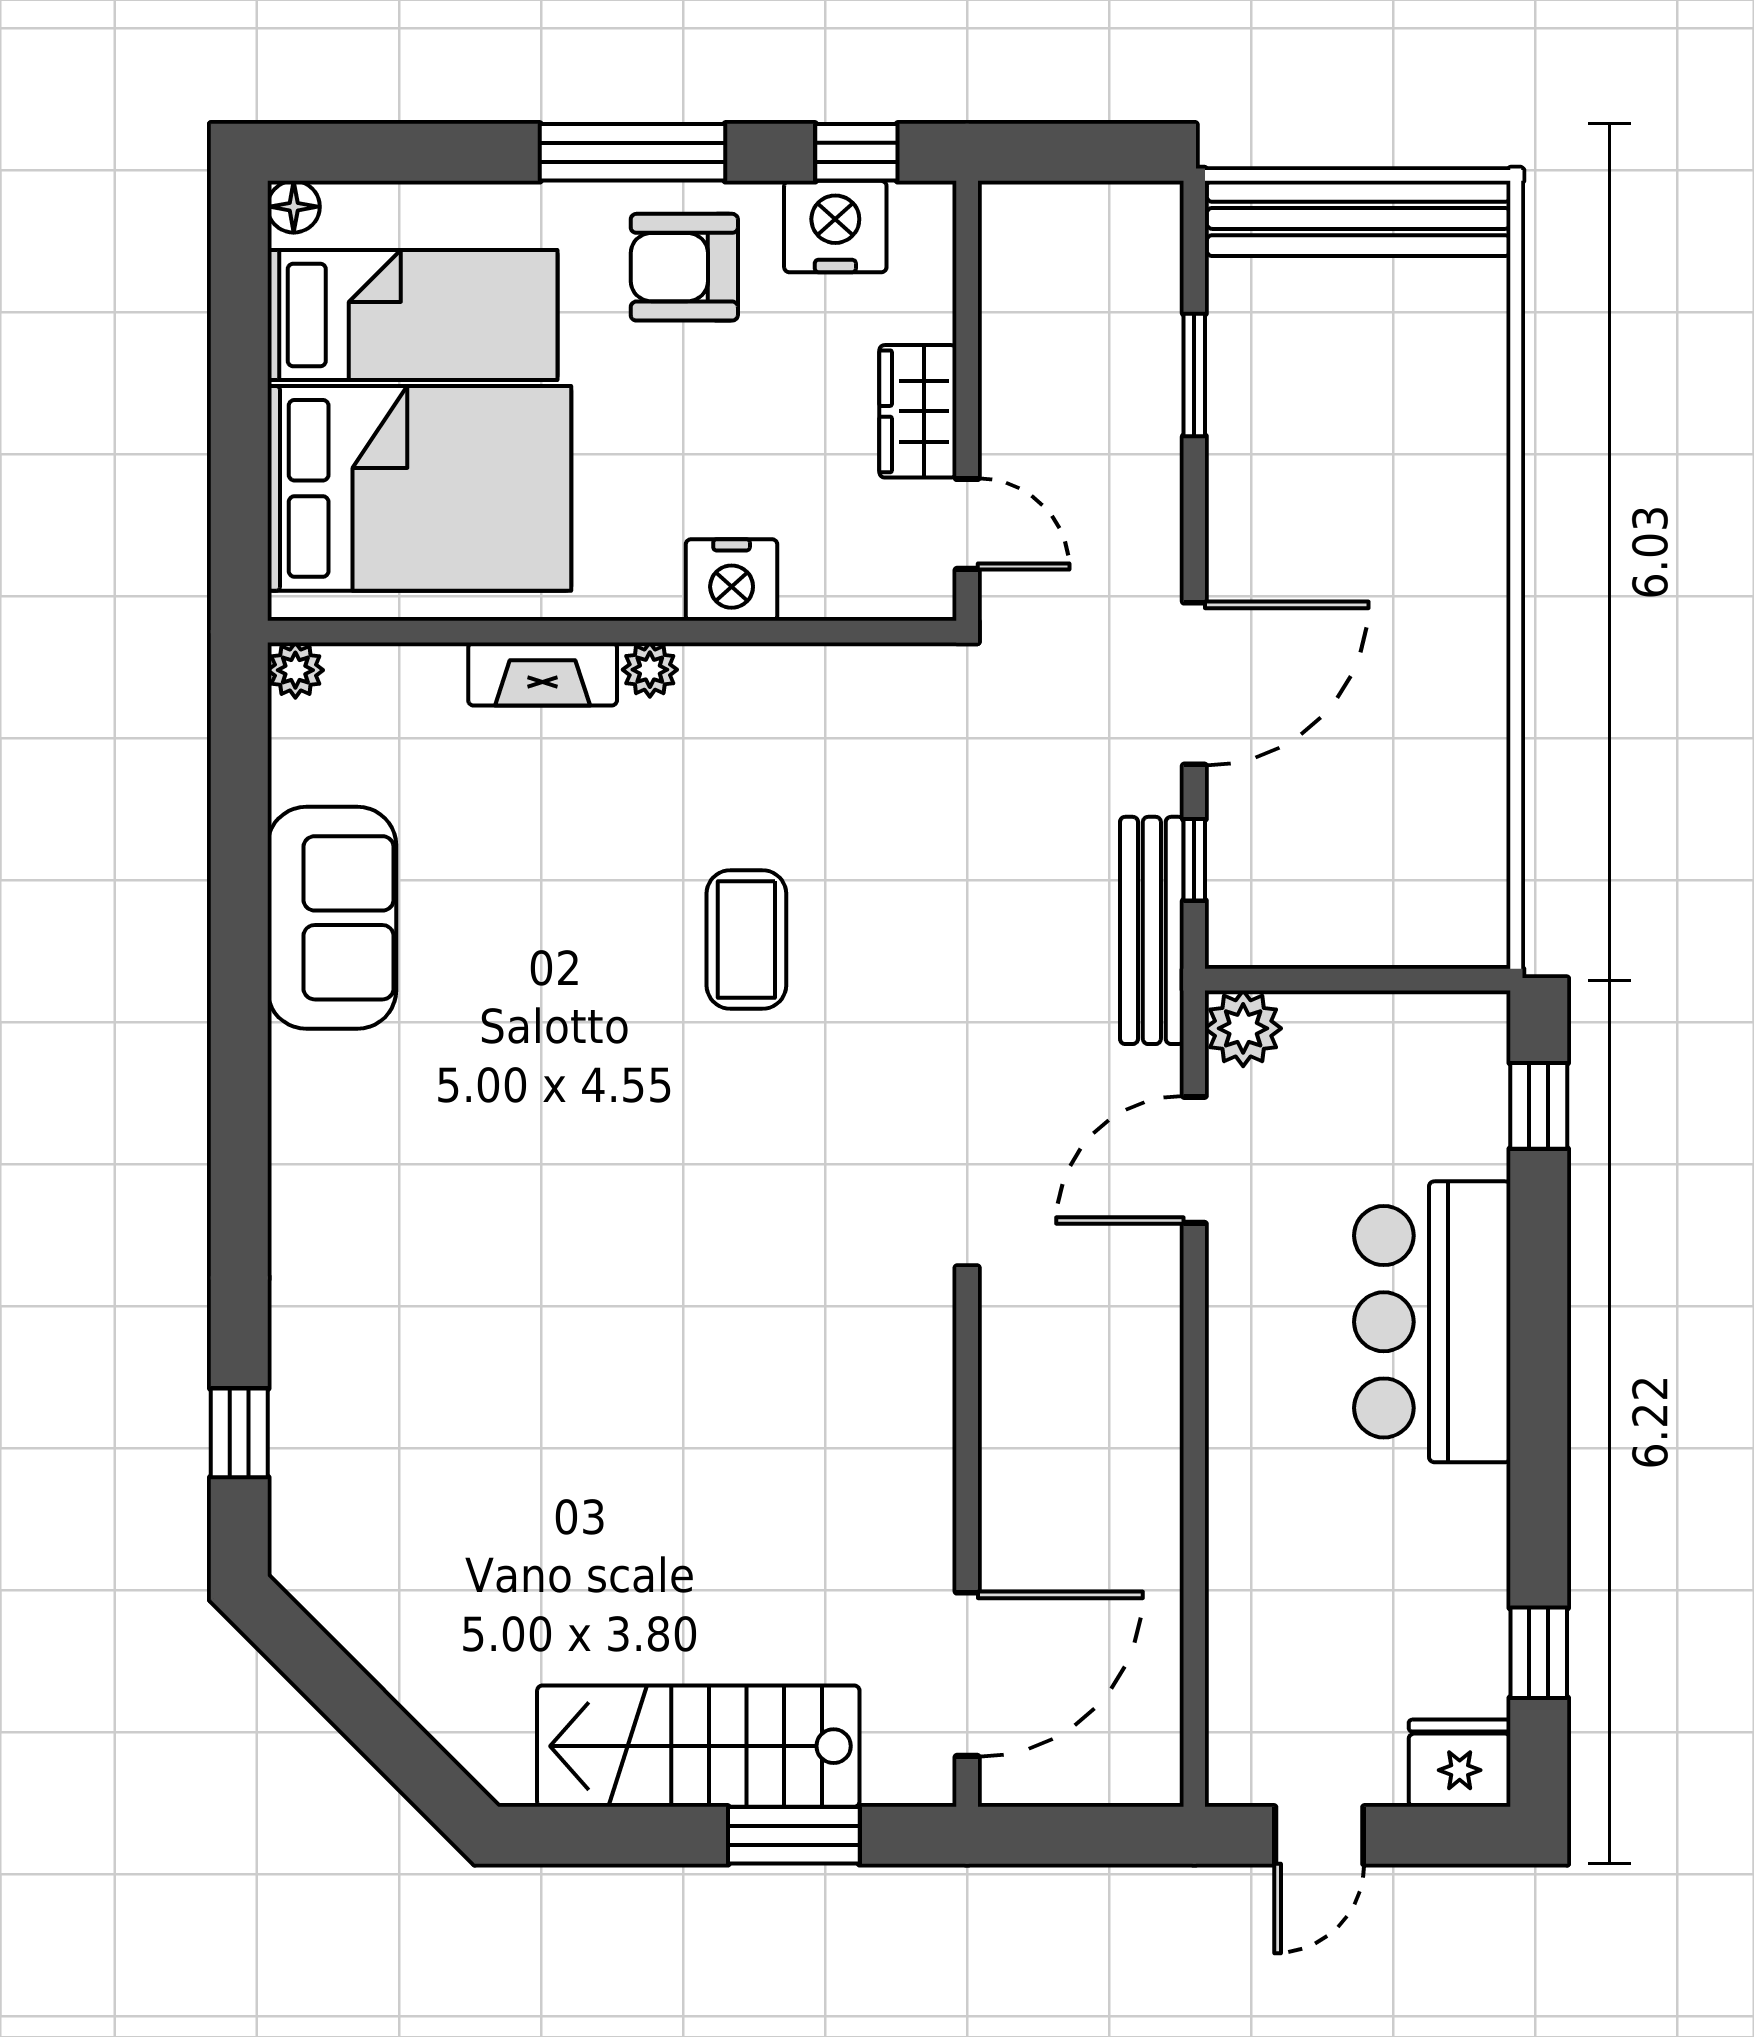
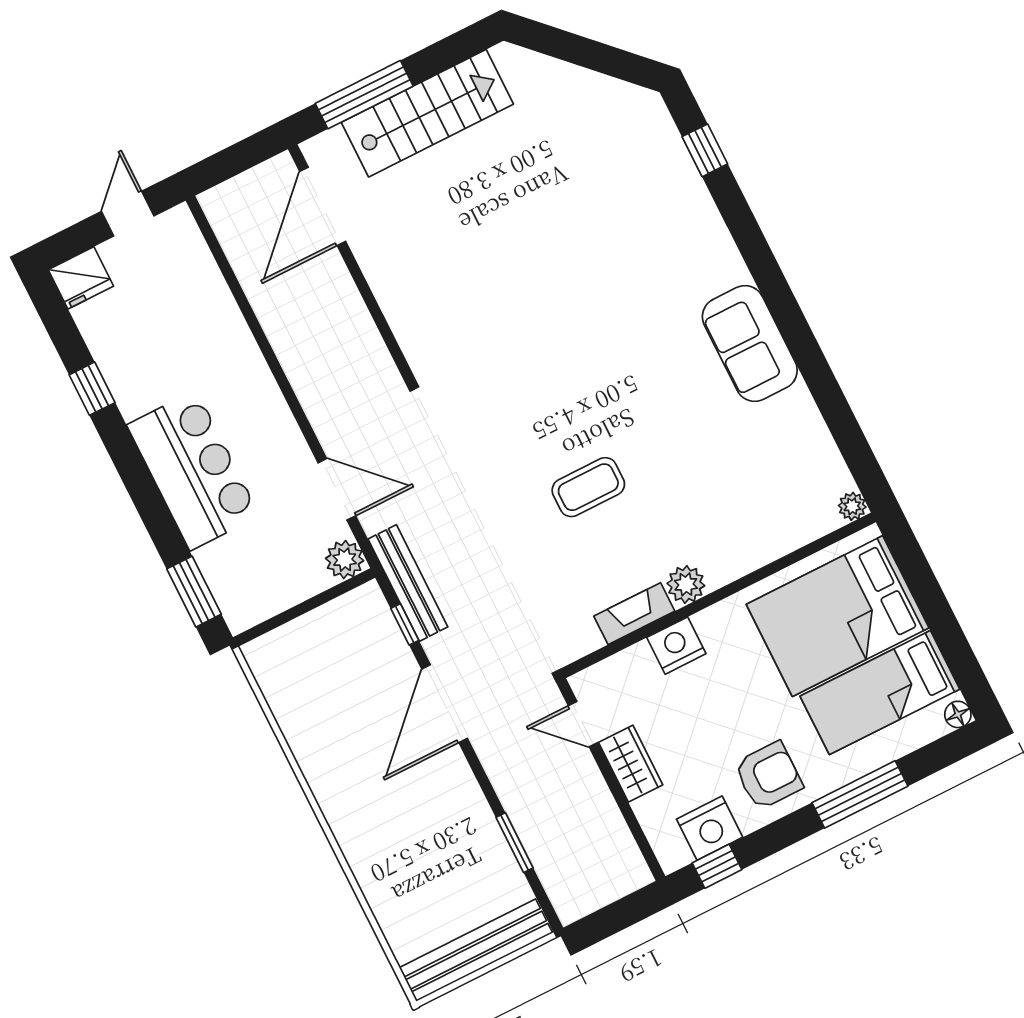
window: (633, 152) -> (860, 794), moved
plant: (650, 670) -> (686, 584), width x1.38, depth x1.38
fireplace: (543, 674) -> (634, 614), moved
sofa: (332, 918) -> (750, 344), moved
coffee table: (746, 939) -> (588, 487), turned 90
window: (1539, 1106) -> (194, 592), width x1.50
door: (1194, 1160) -> (337, 489), hinge flipped
window: (1539, 1653) -> (92, 389), moved
window: (794, 1835) -> (364, 95), width x1.44

